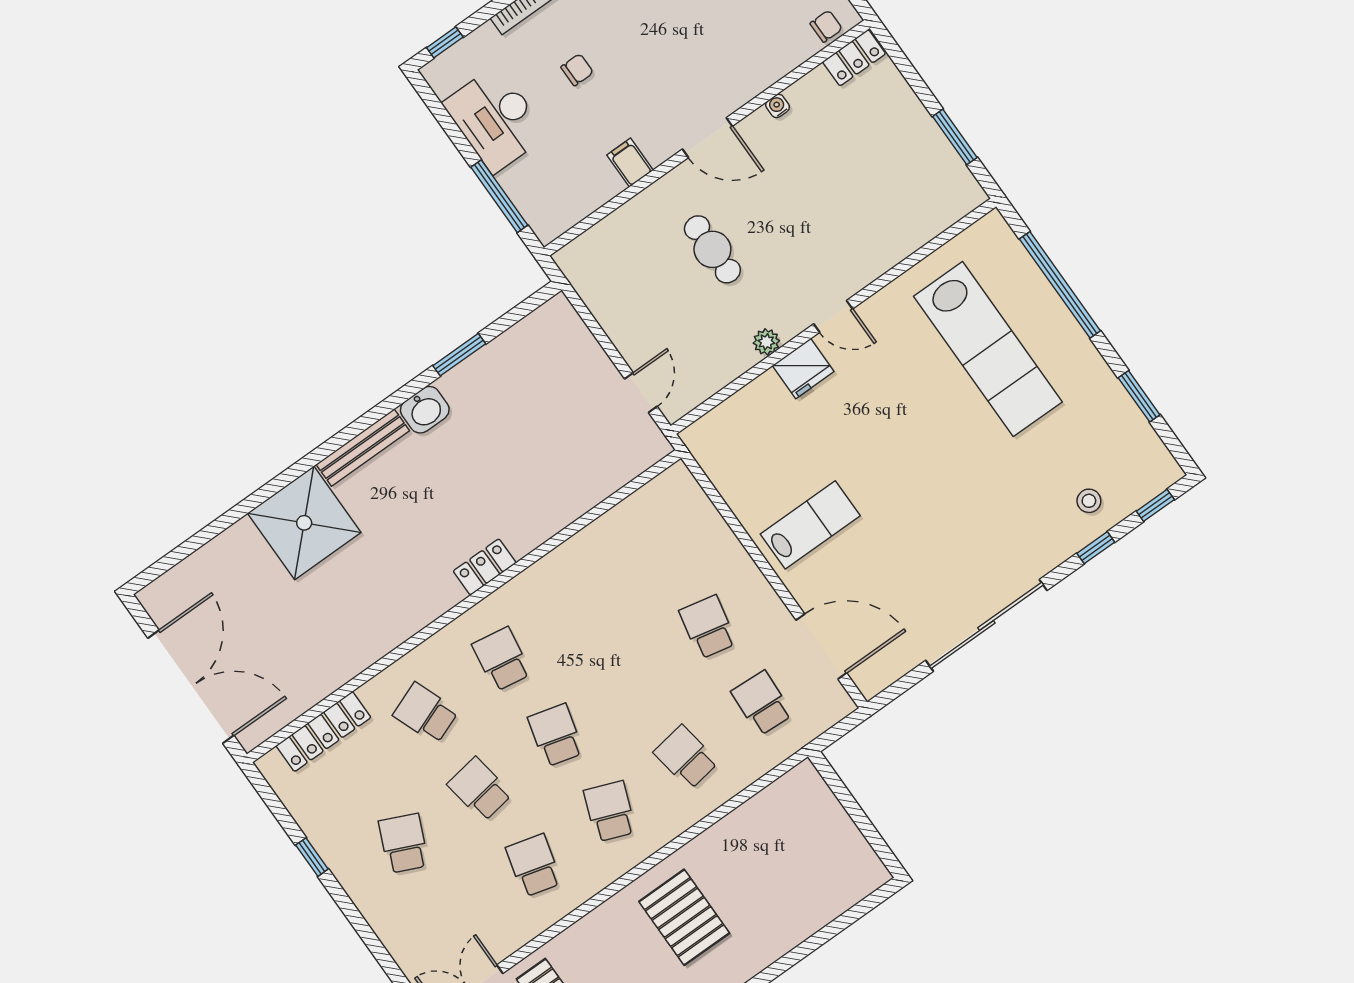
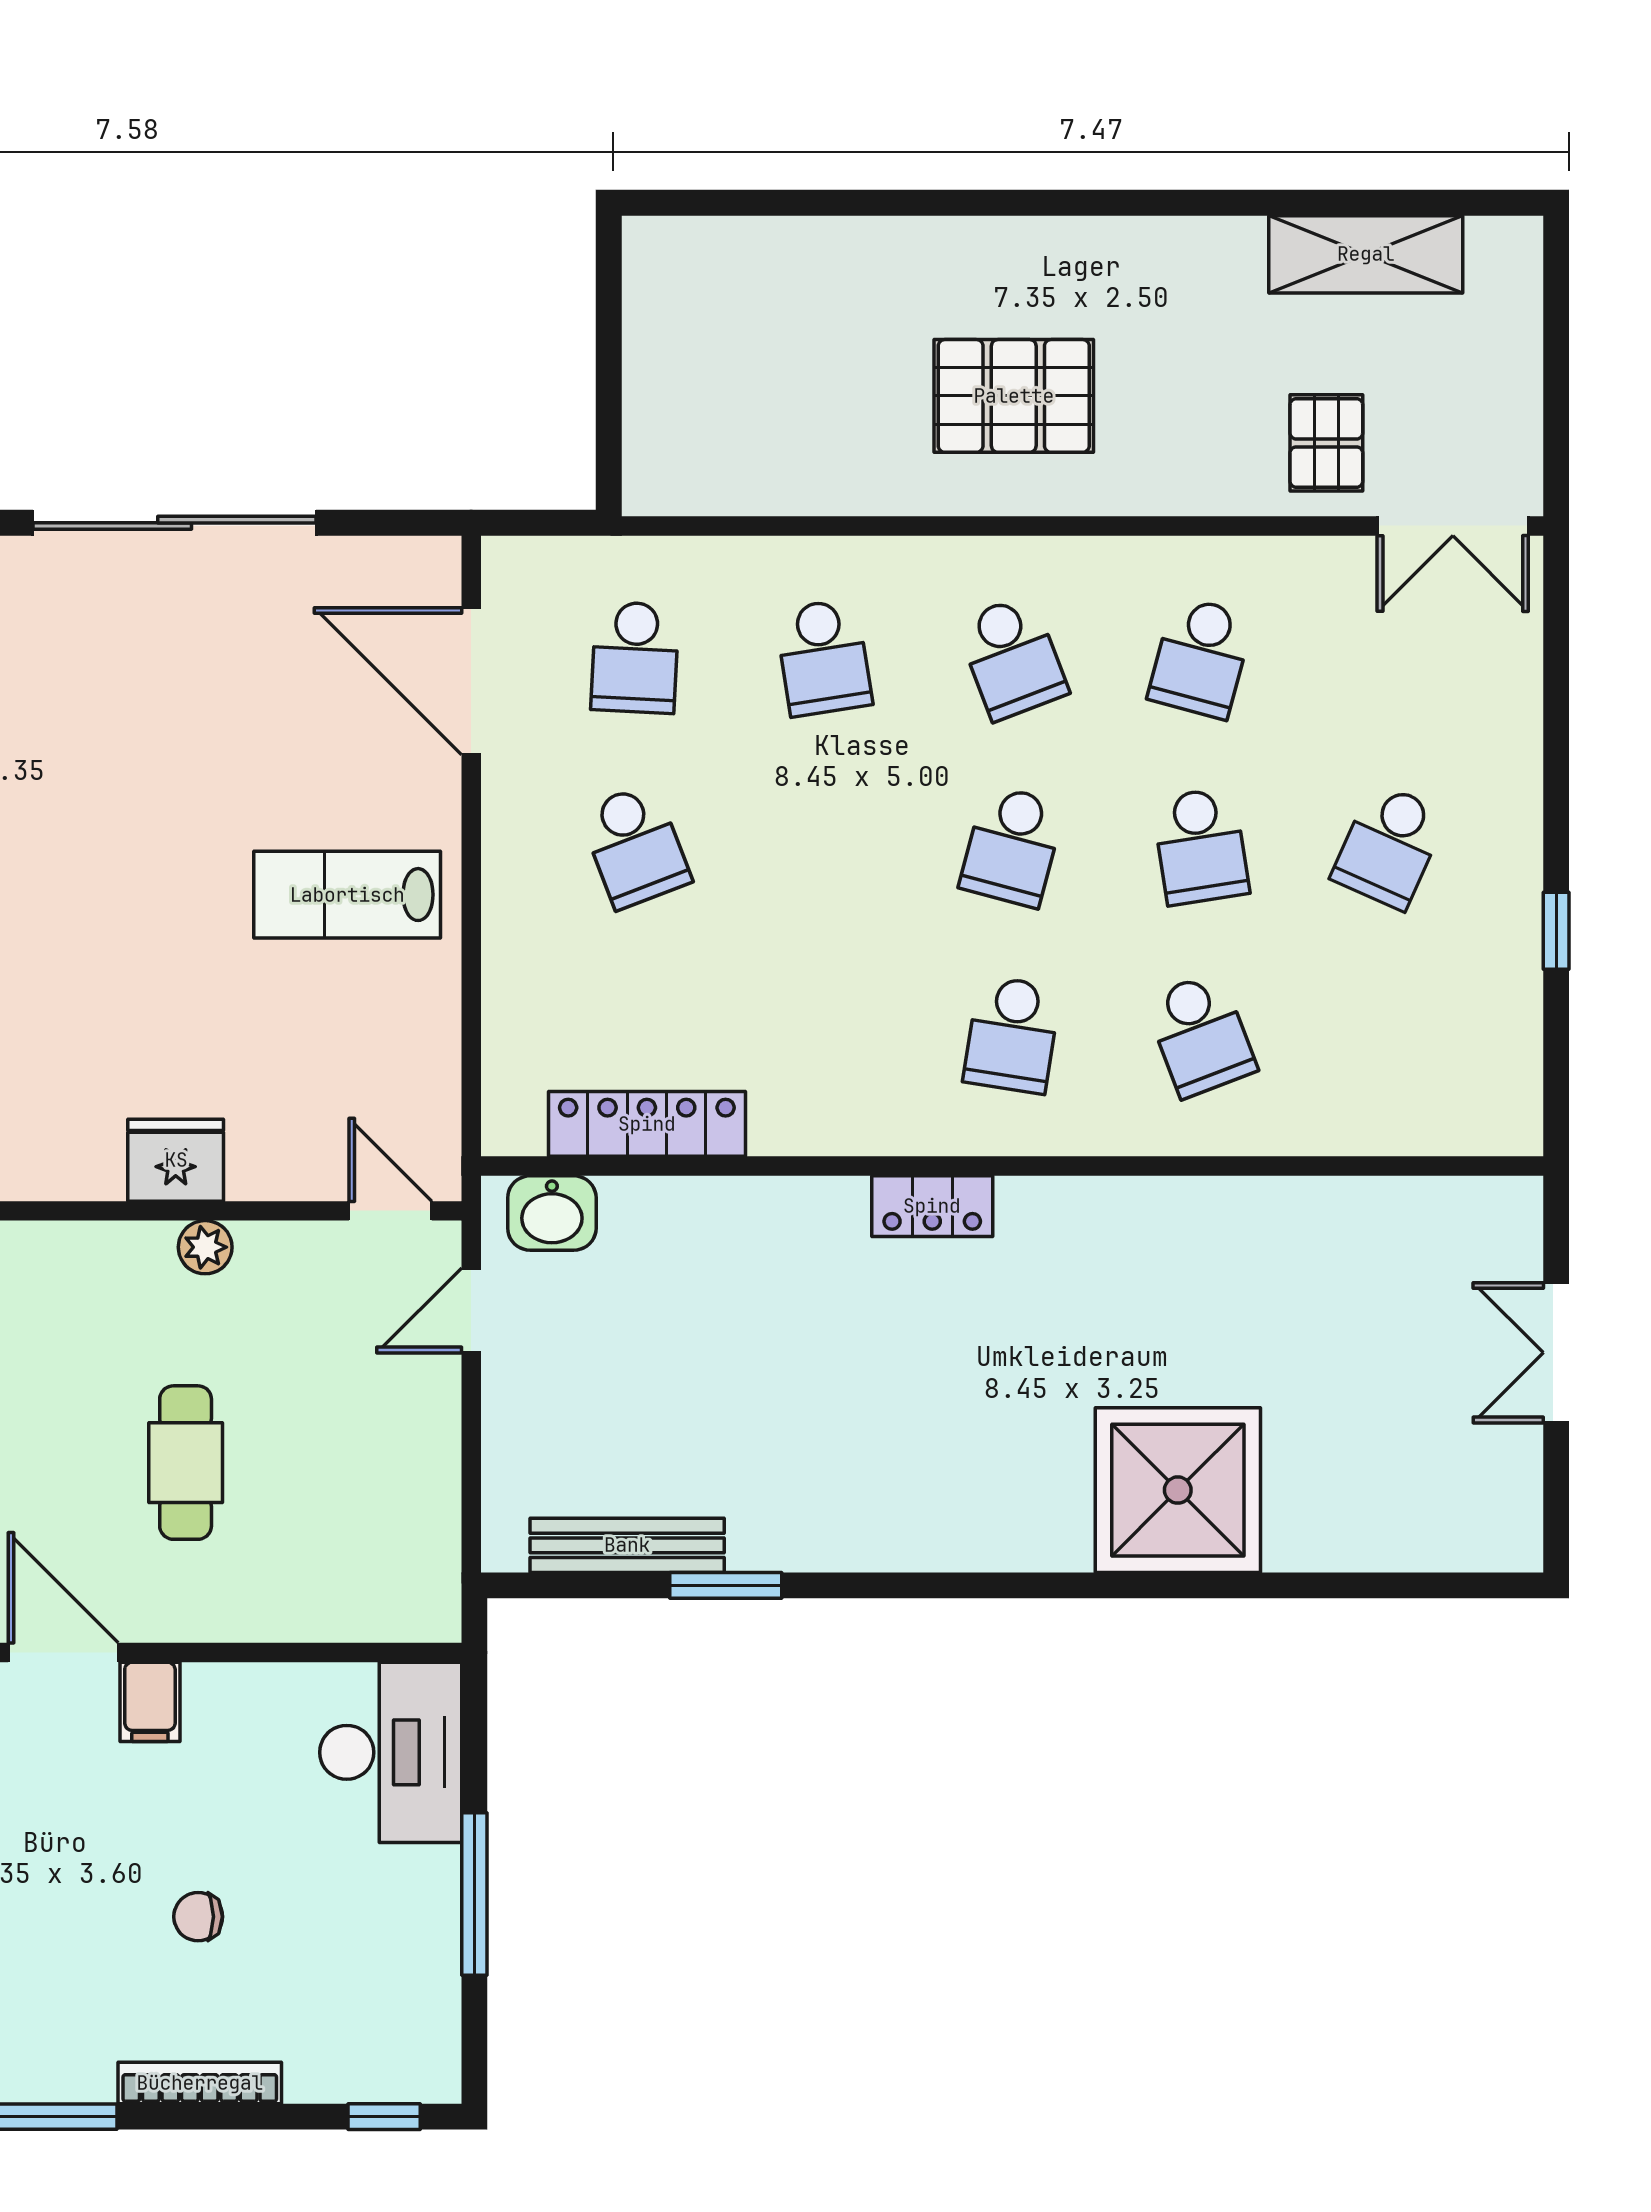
desk: (495, 119) -> (391, 1752), moved
filing cabinet: (630, 163) -> (150, 1702), moved
window: (499, 196) -> (474, 1894), moved
door: (833, 316) -> (390, 1211), moved
washbasin: (425, 410) -> (552, 1213), moved, turned 180
bench: (363, 448) -> (627, 1545), moved
school desk: (708, 627) -> (635, 846), turned -33
double door: (191, 687) -> (1556, 1353), width x0.54
locker: (323, 732) -> (647, 1124), moved
school desk: (610, 811) -> (1012, 657), turned -42
pallet: (684, 917) -> (1014, 396), turned 90

